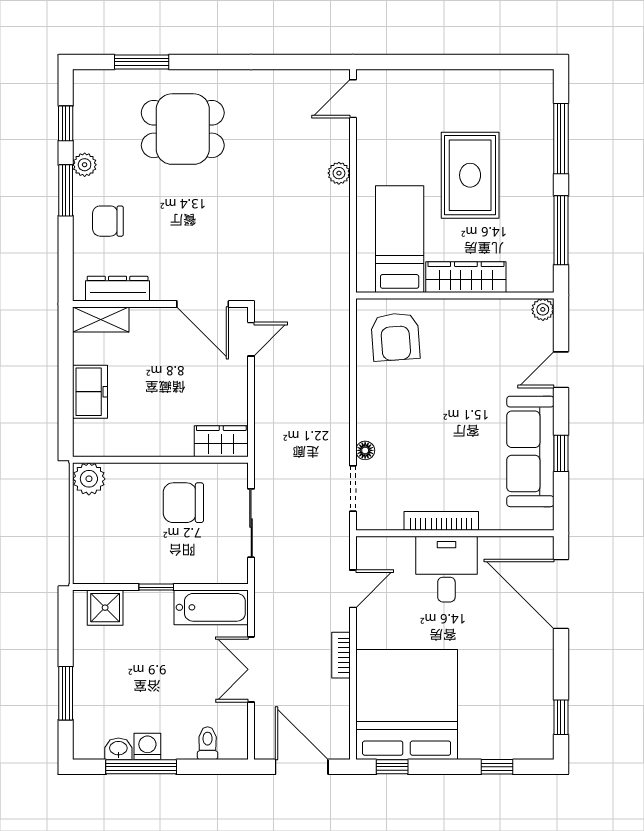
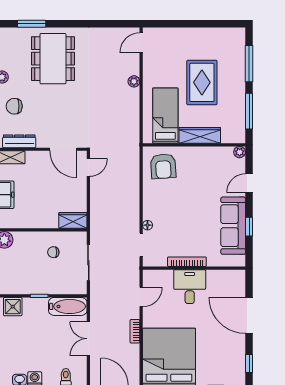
dining table: (183, 129) -> (53, 59), width x1.38
chair: (183, 503) -> (53, 252), width x0.54, depth x0.54
door: (561, 594) -> (249, 315), moved

